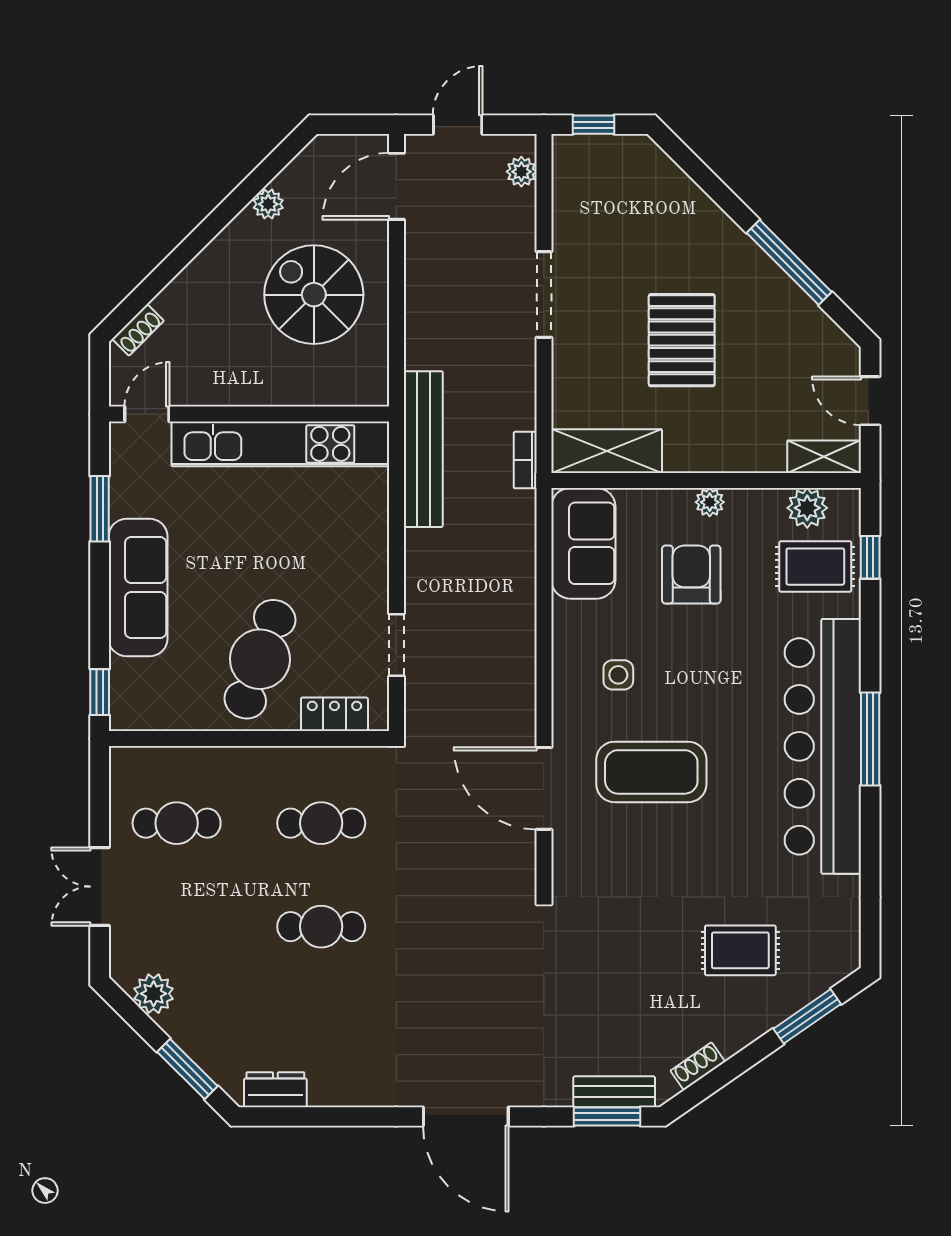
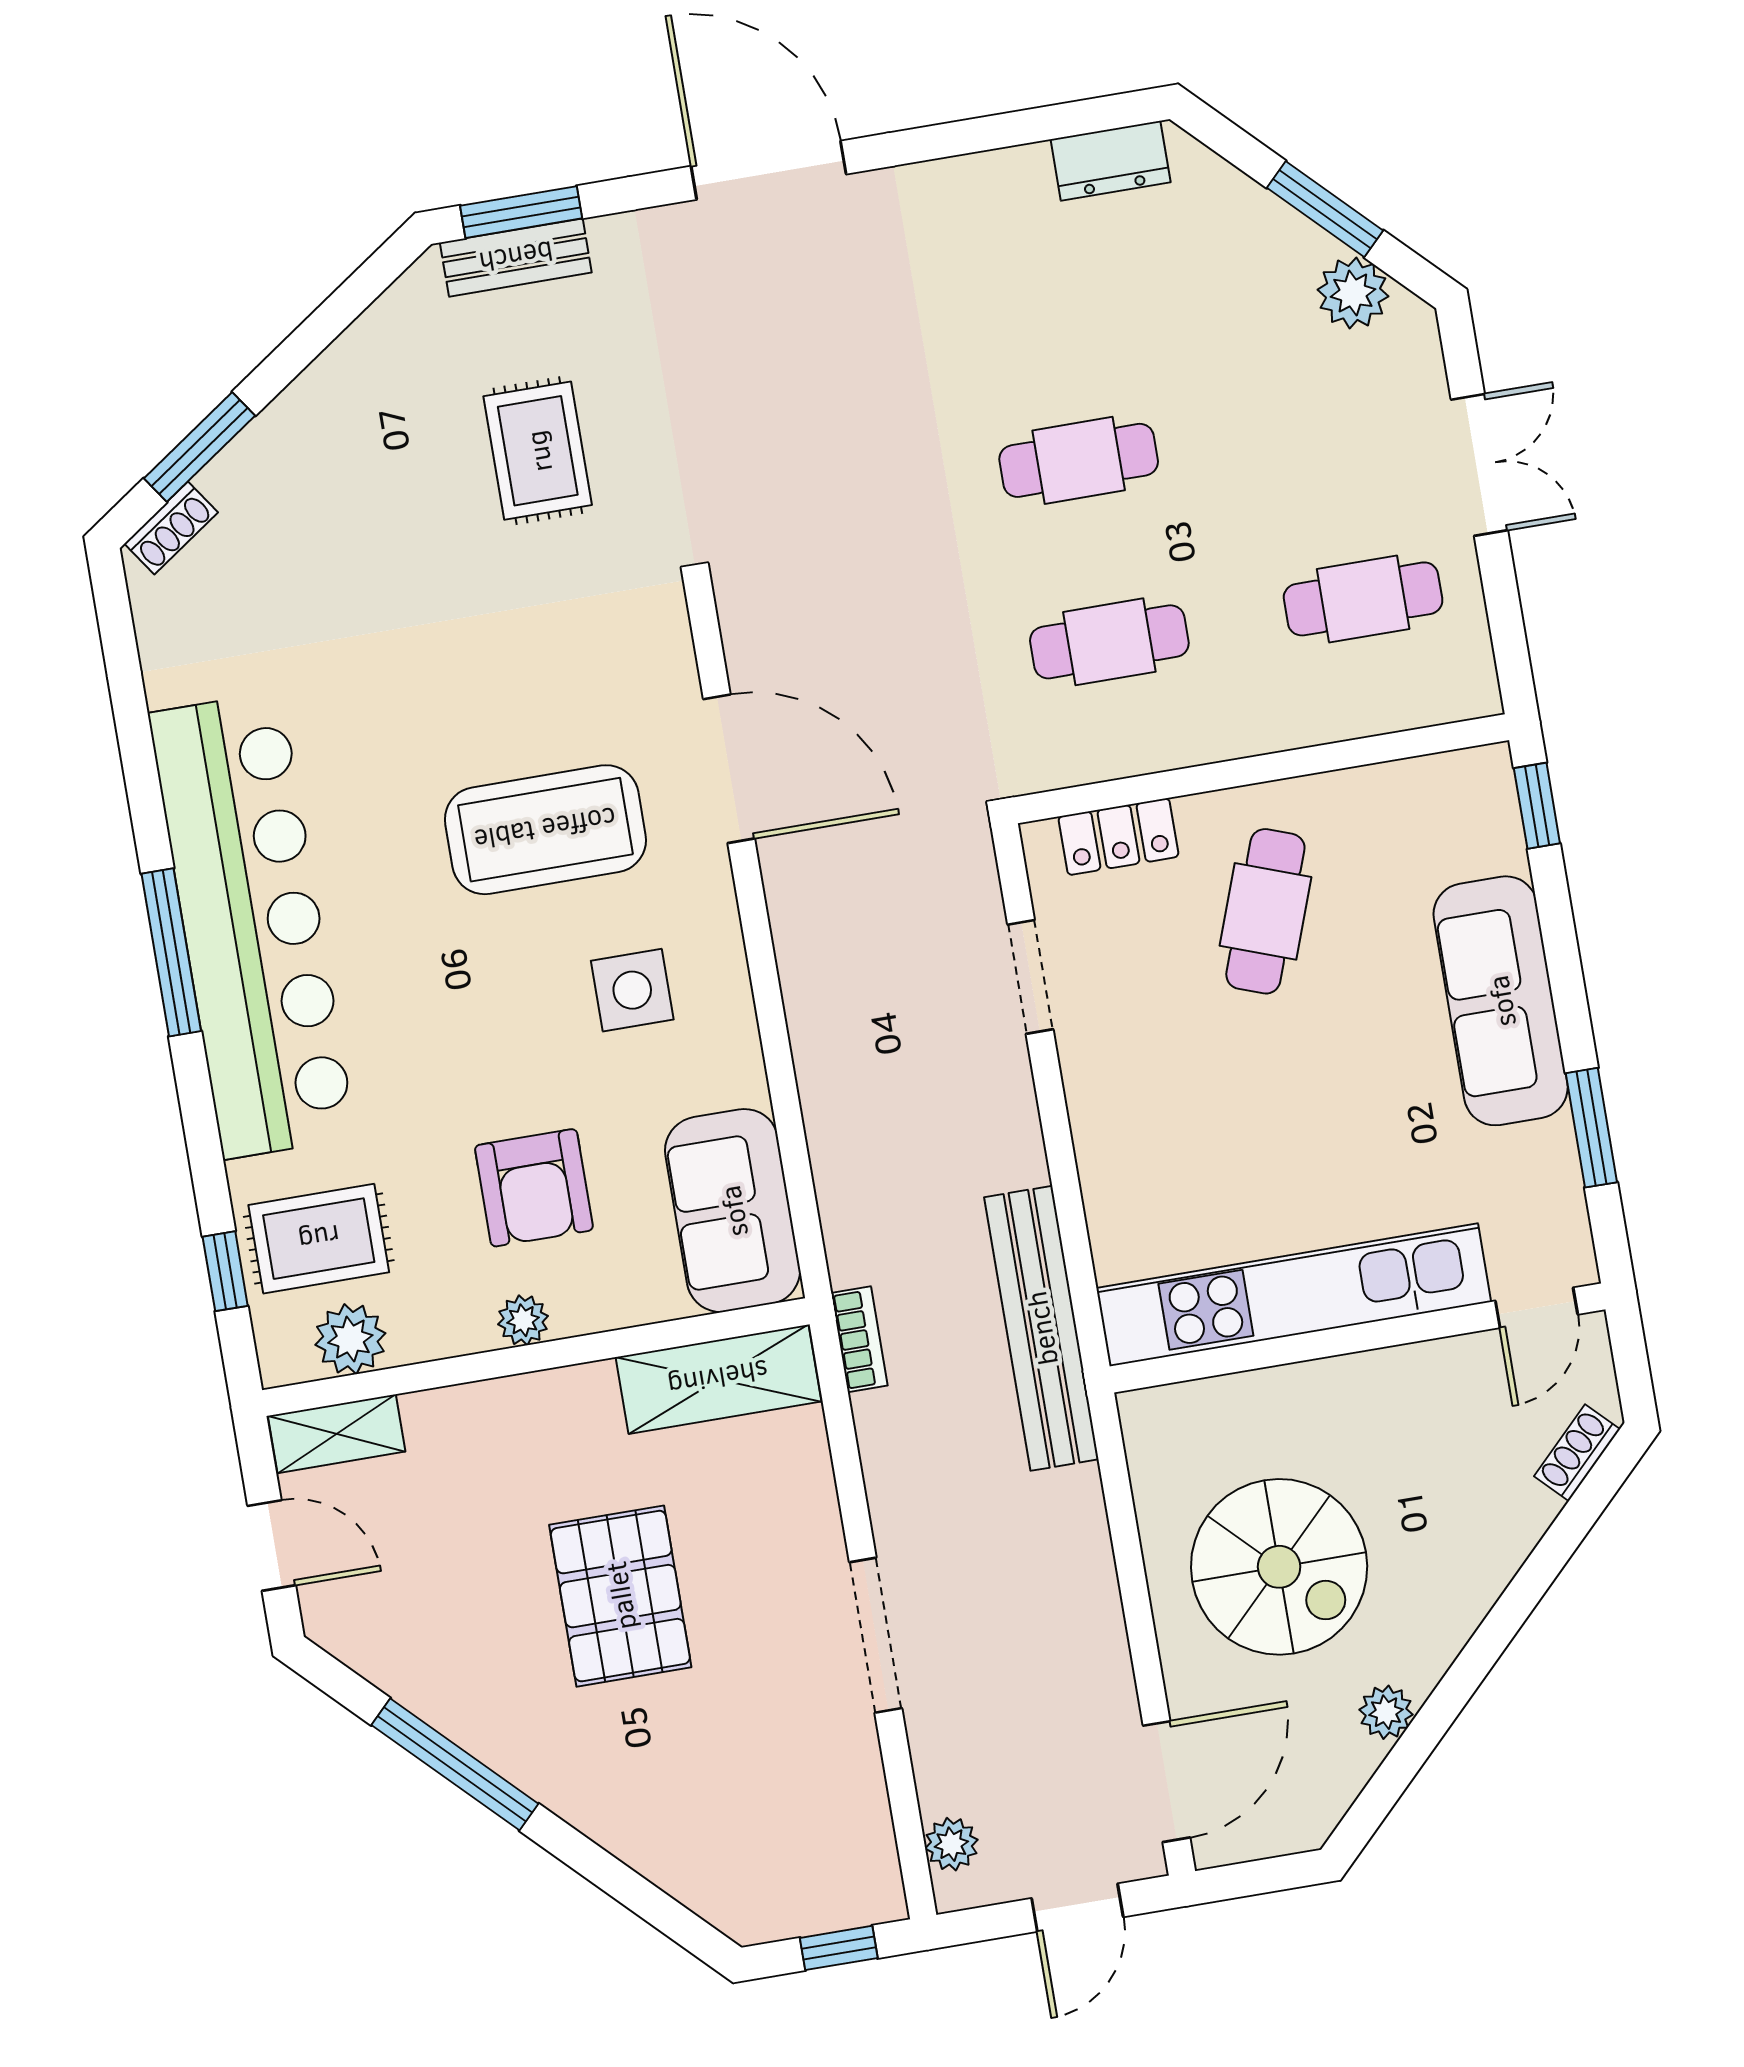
cafe table: (260, 659) -> (1265, 911), width x0.73, depth x0.74
side table: (618, 675) -> (632, 990), width x1.37, depth x1.37
rug: (740, 950) -> (538, 451), moved, turned 90
shoe rack: (698, 1066) -> (171, 528), moved
window: (187, 1069) -> (1325, 209), moved

